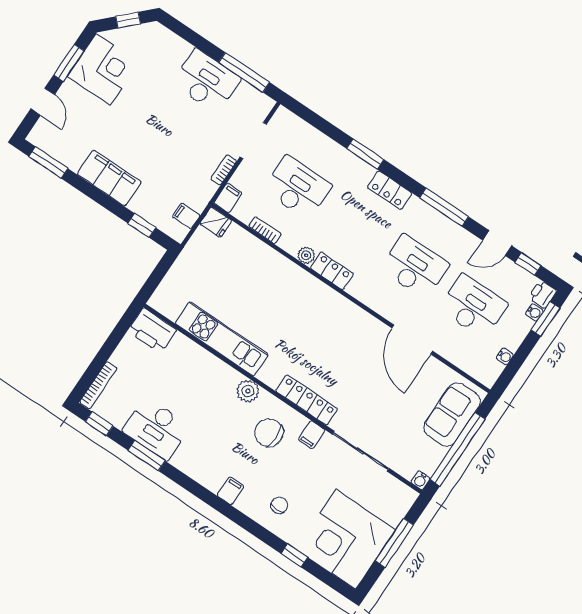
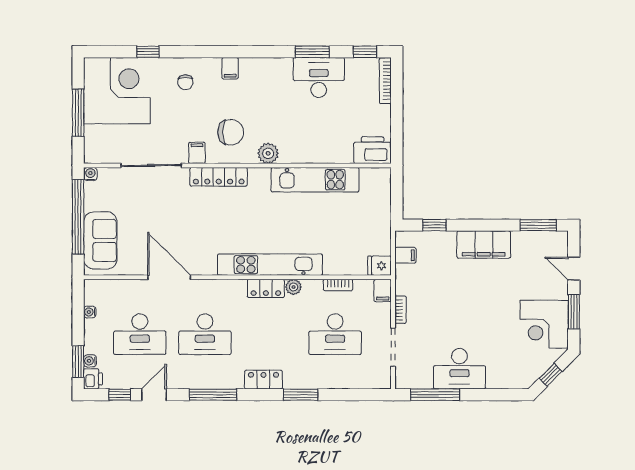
kitchen unit: (314, 290) -> (270, 265), added

